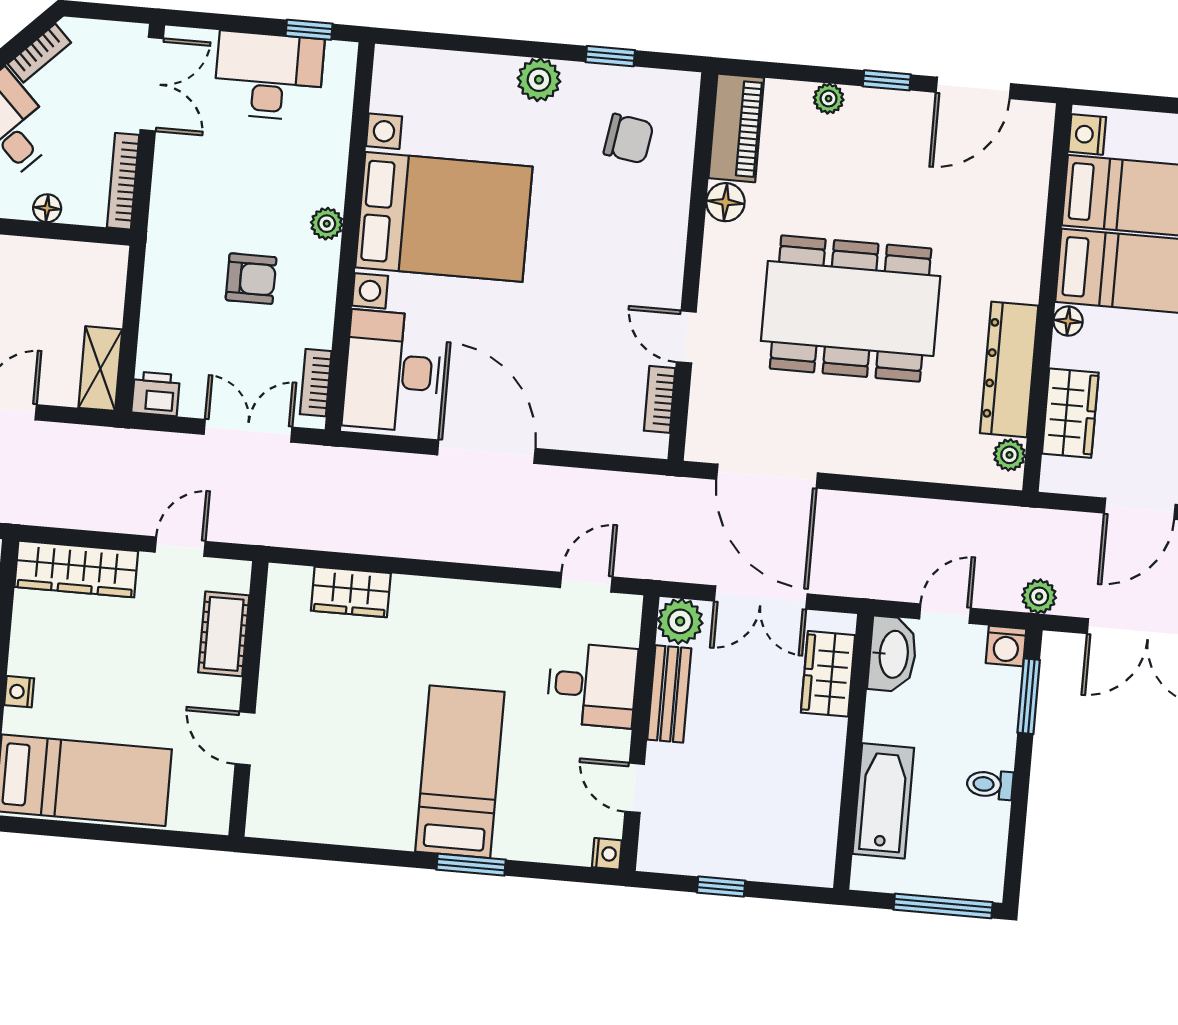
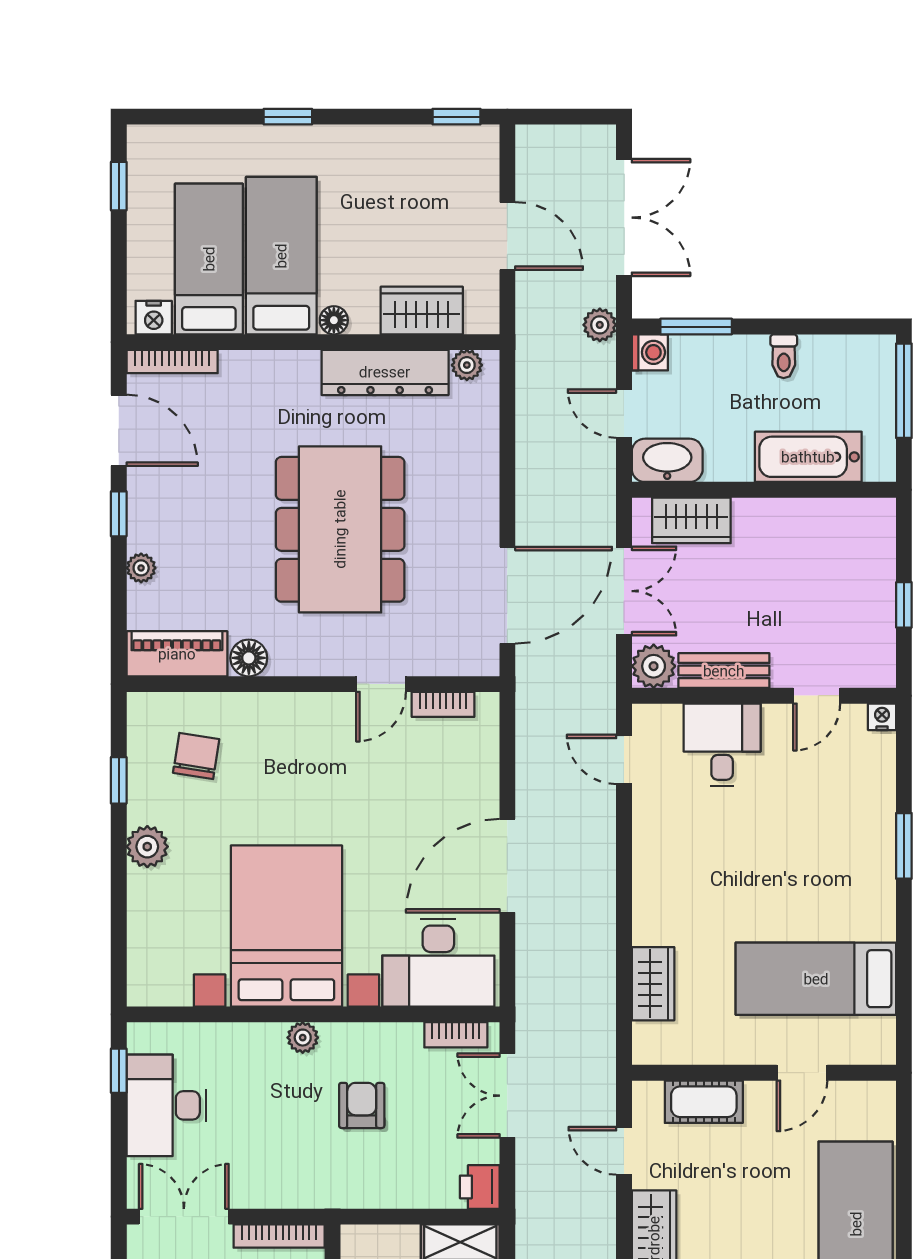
bookcase: (1040, 150) -> (172, 361), added
bed: (460, 772) -> (816, 979), moved

